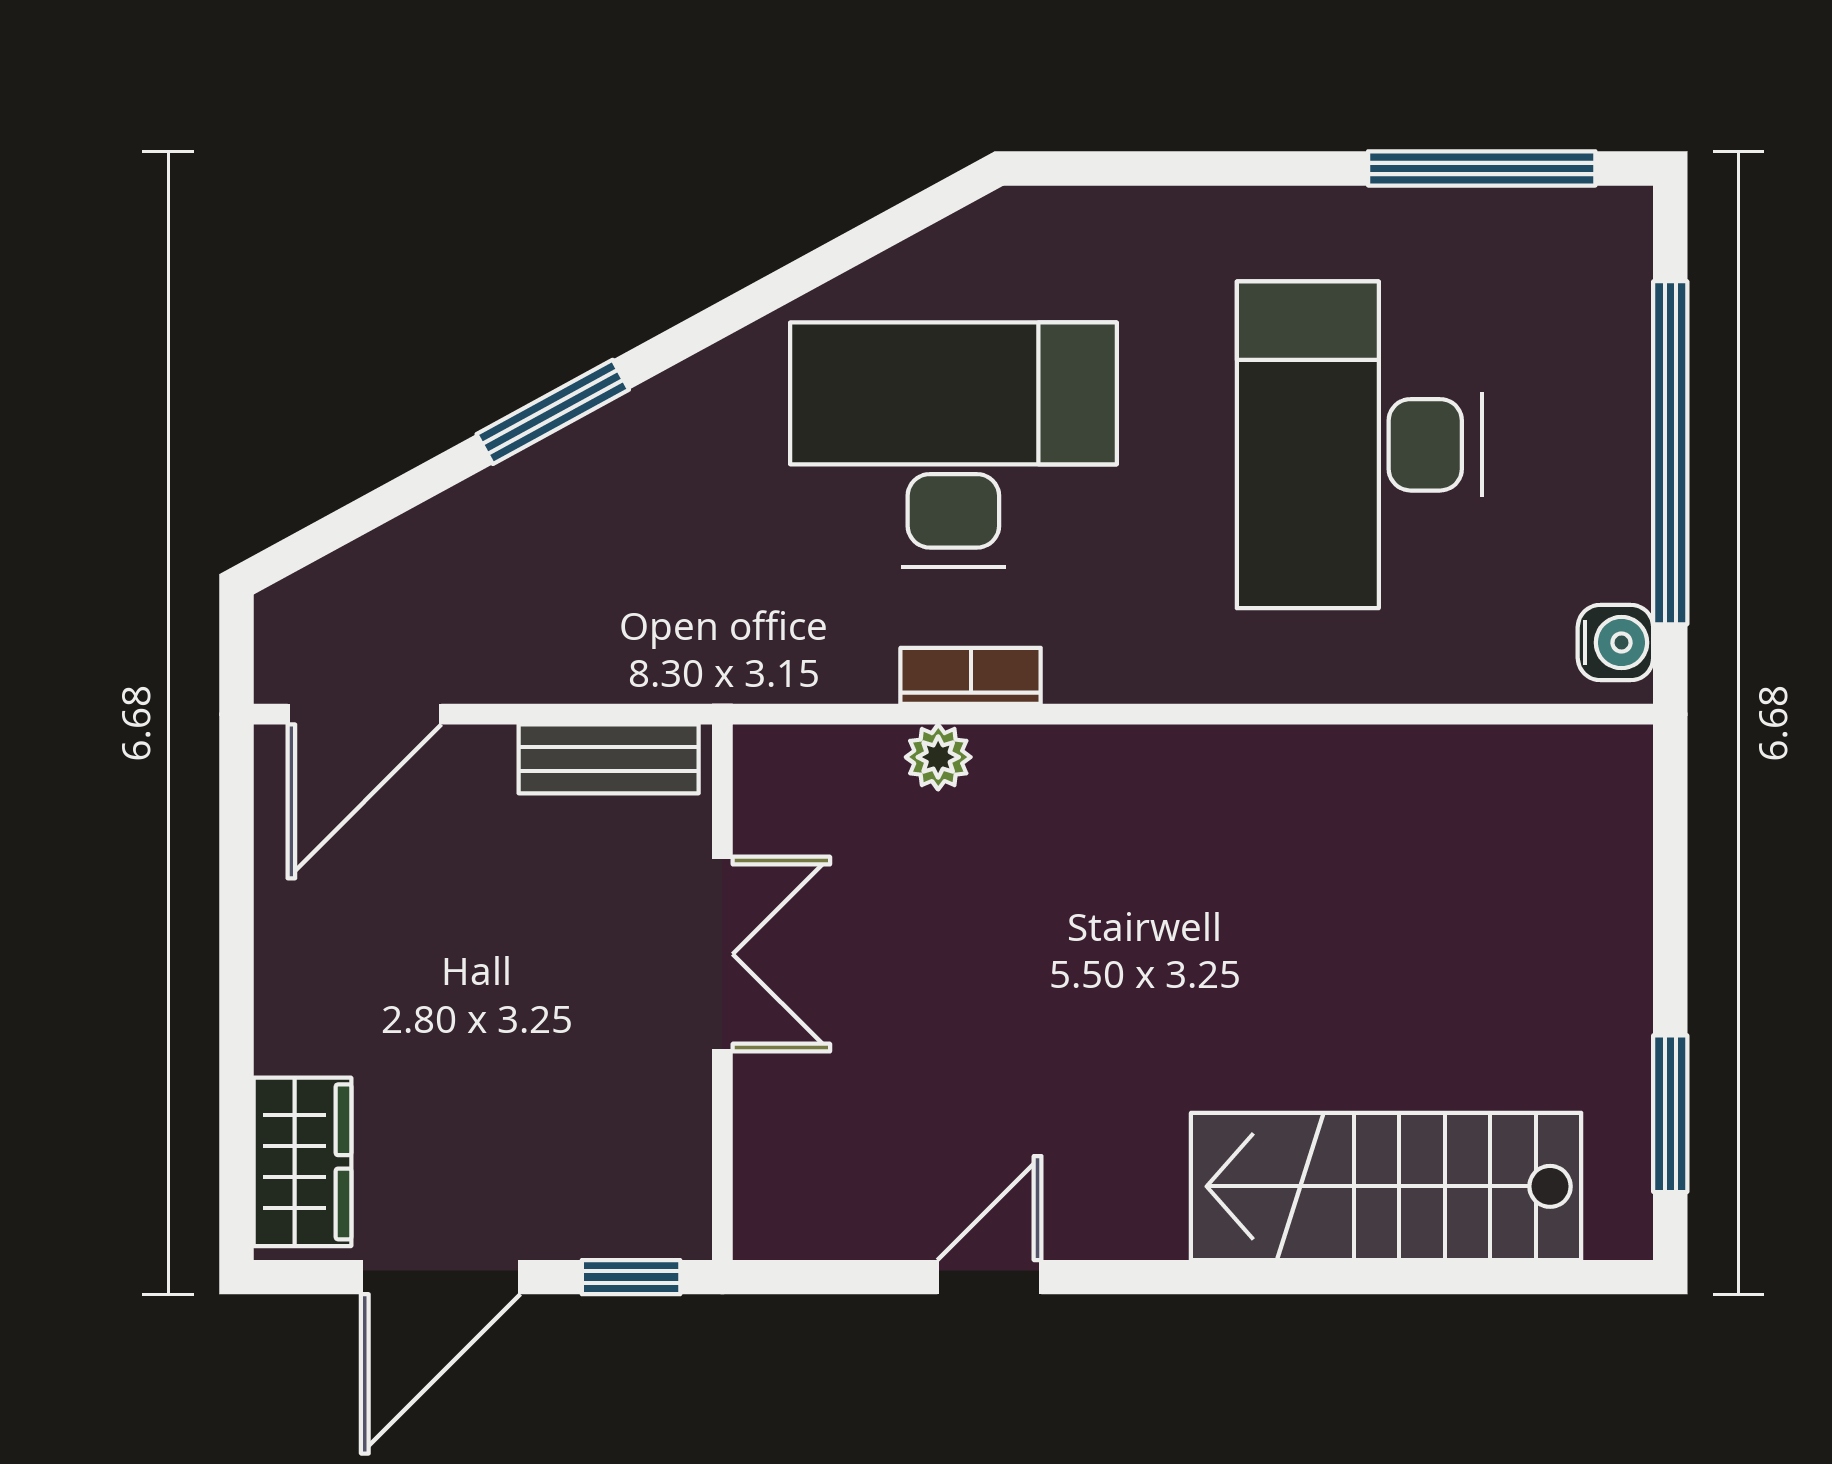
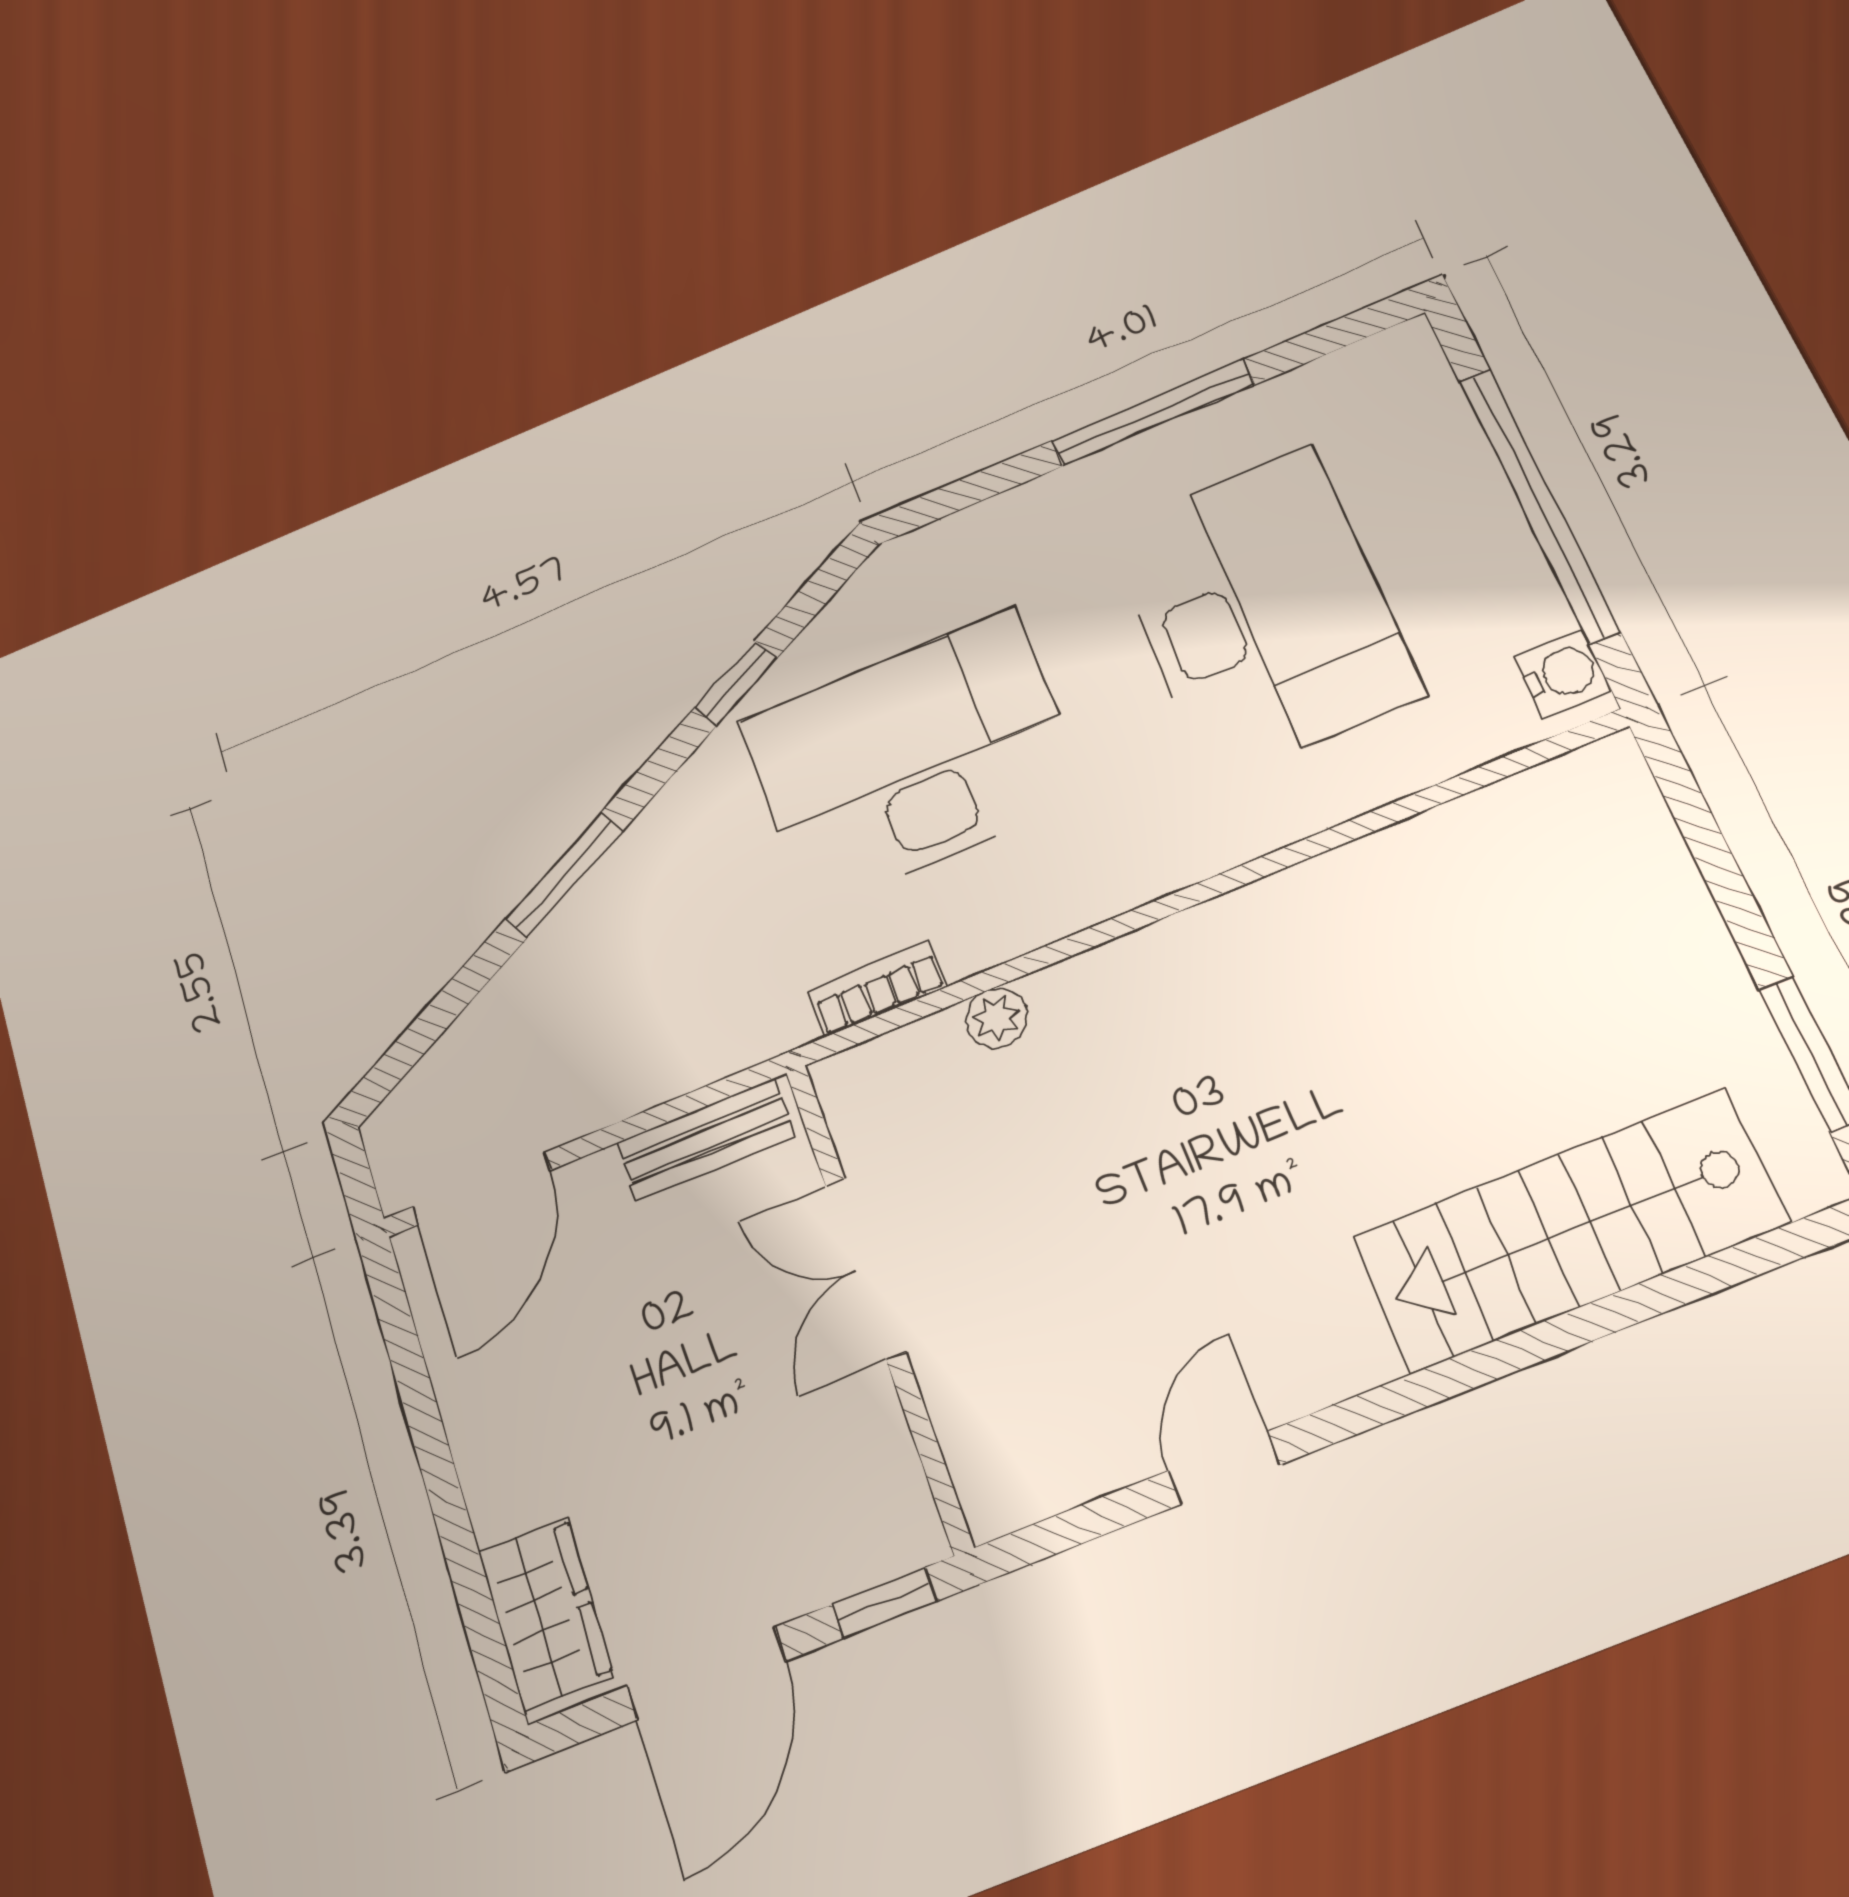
window: (1482, 168) -> (1153, 413), moved
window: (802, 276) -> (736, 683), added
desk: (1359, 445) -> (1262, 612), turned 180
bookcase: (971, 676) -> (878, 989), moved
double door: (722, 954) -> (865, 1268), swing flipped

